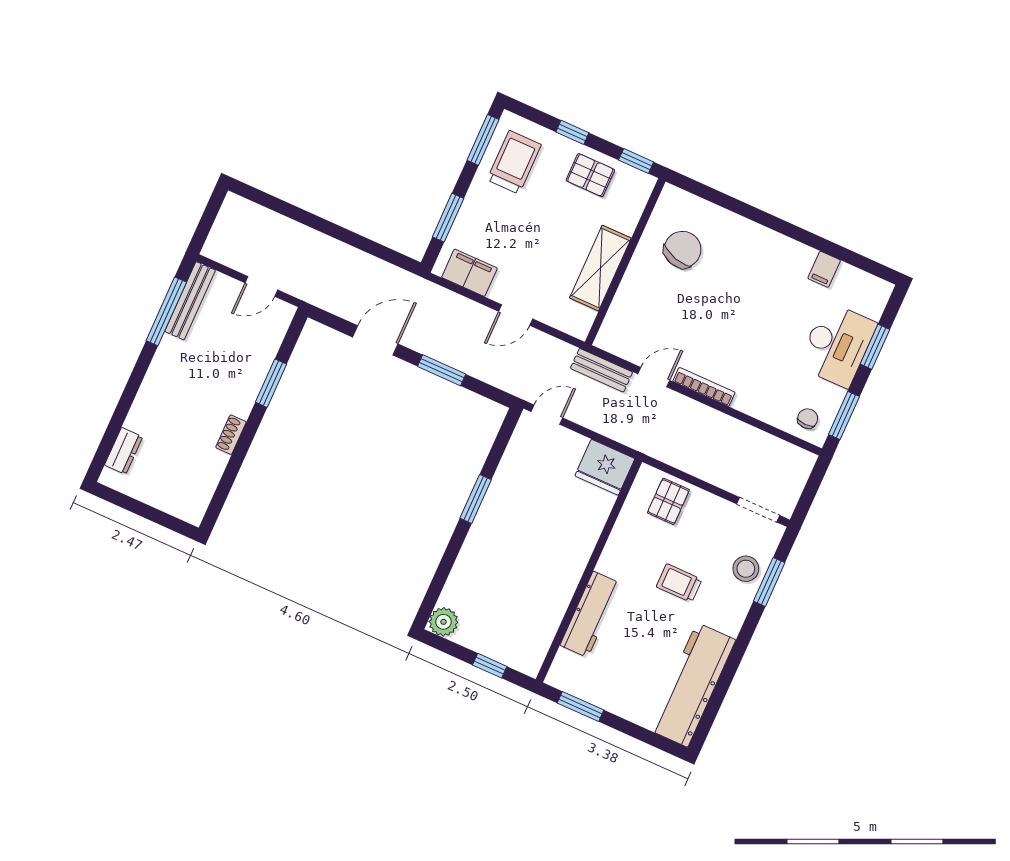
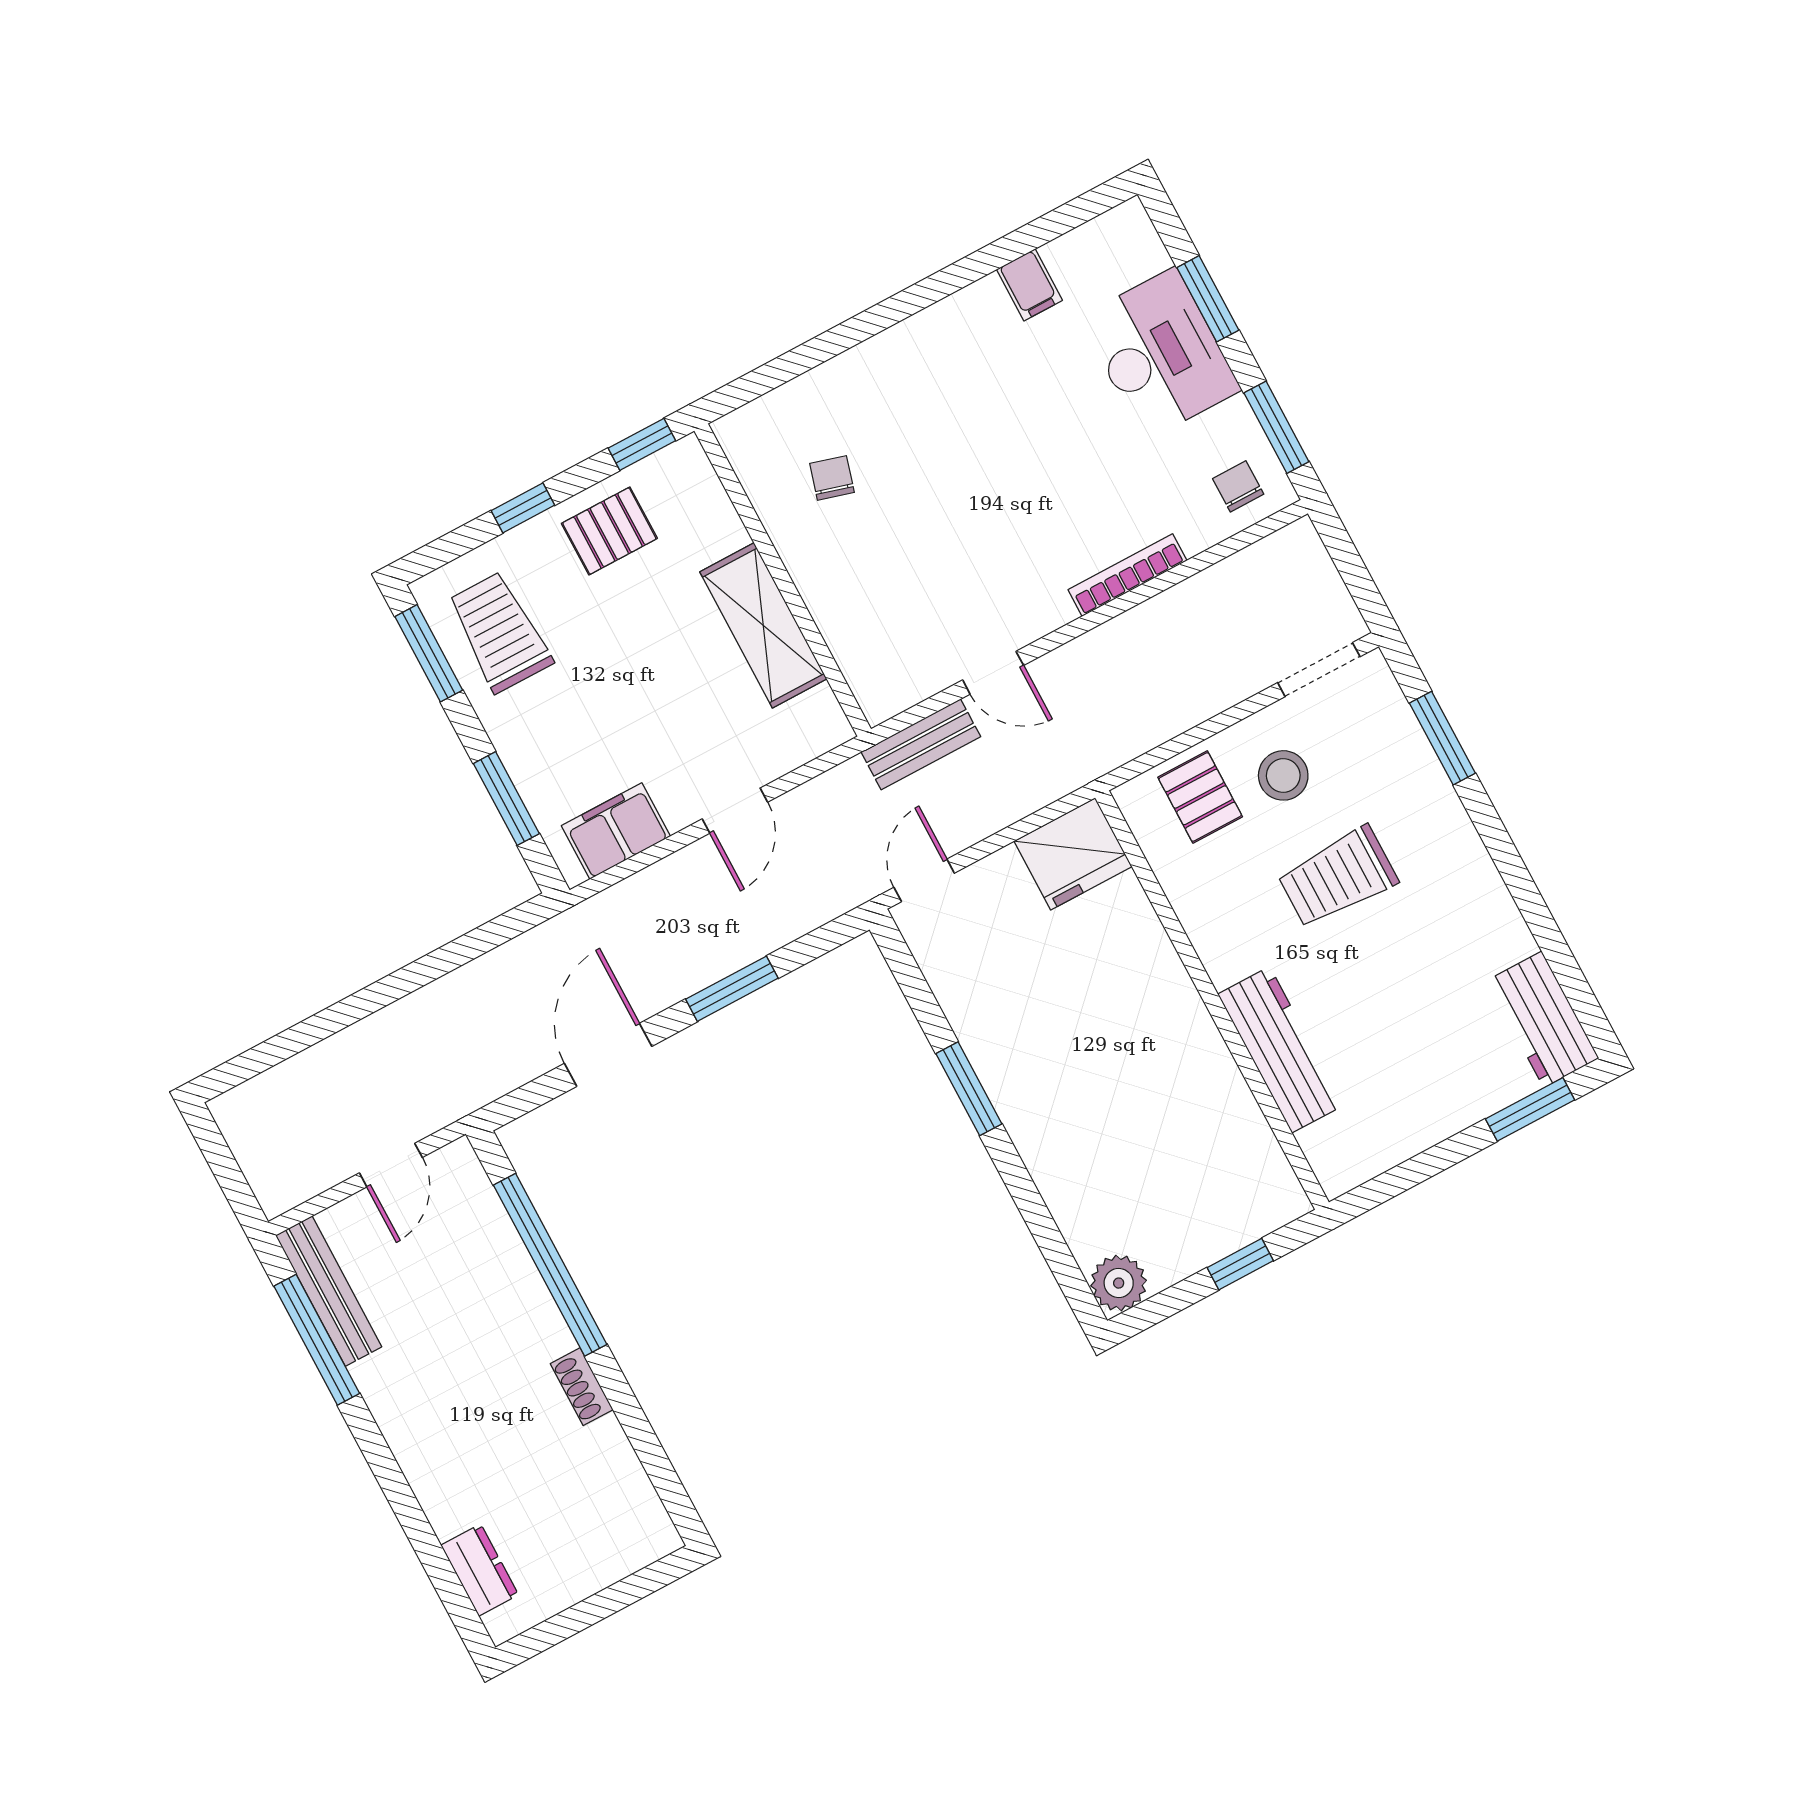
chair: (682, 250) -> (832, 478), width x0.54, depth x0.54
door: (654, 377) -> (993, 673), swing flipped
window: (271, 383) -> (550, 1265), width x2.11
bookcase: (704, 387) -> (1127, 575), moved
stool: (746, 569) -> (1283, 775), moved
trolley: (679, 583) -> (1338, 877), width x1.36, depth x1.39
workbench: (692, 685) -> (1543, 1019), width x0.53, depth x0.76
window: (581, 706) -> (1530, 1109), moved

